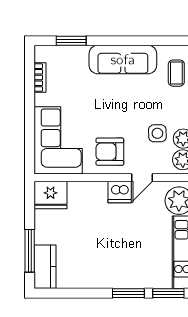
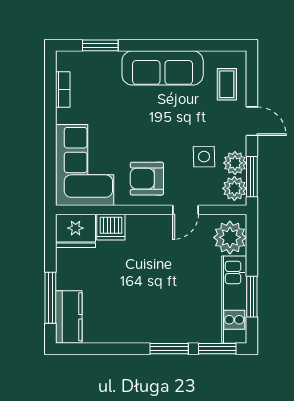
dishwasher: (120, 192) -> (111, 227), moved

